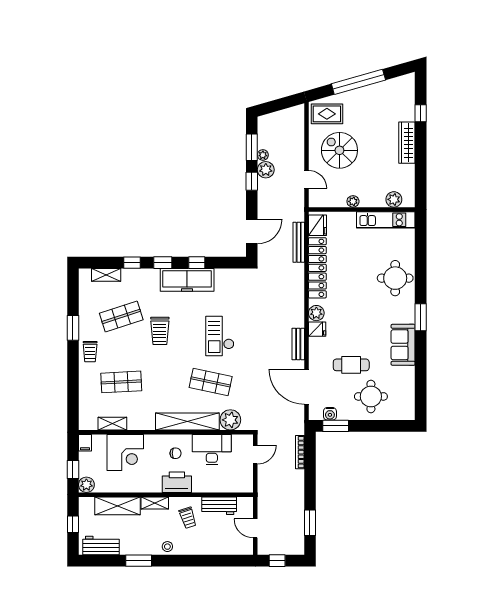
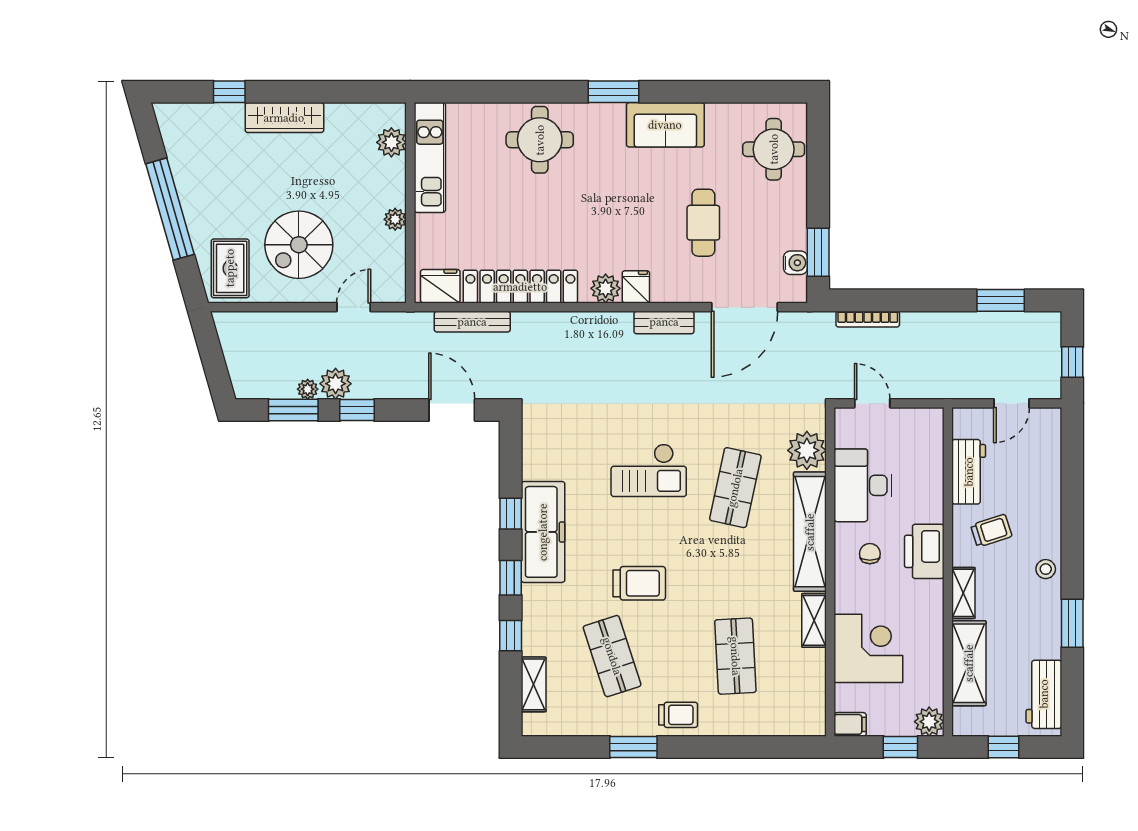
round table: (371, 396) -> (774, 149), moved
shelving: (112, 424) -> (814, 620), moved

